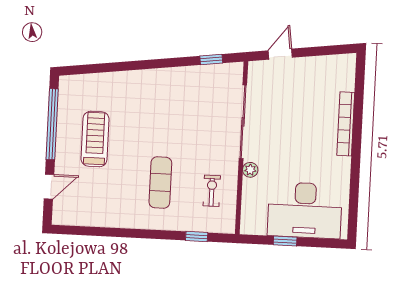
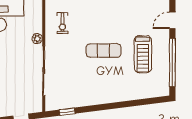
exercise mat: (160, 183) -> (104, 51), moved, turned 90

